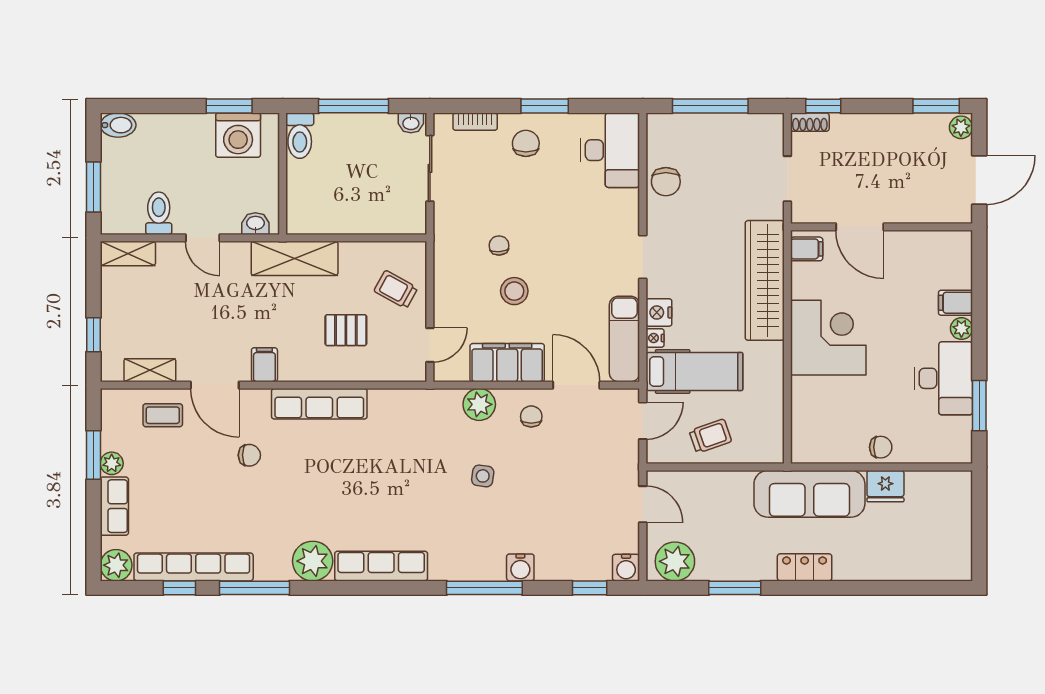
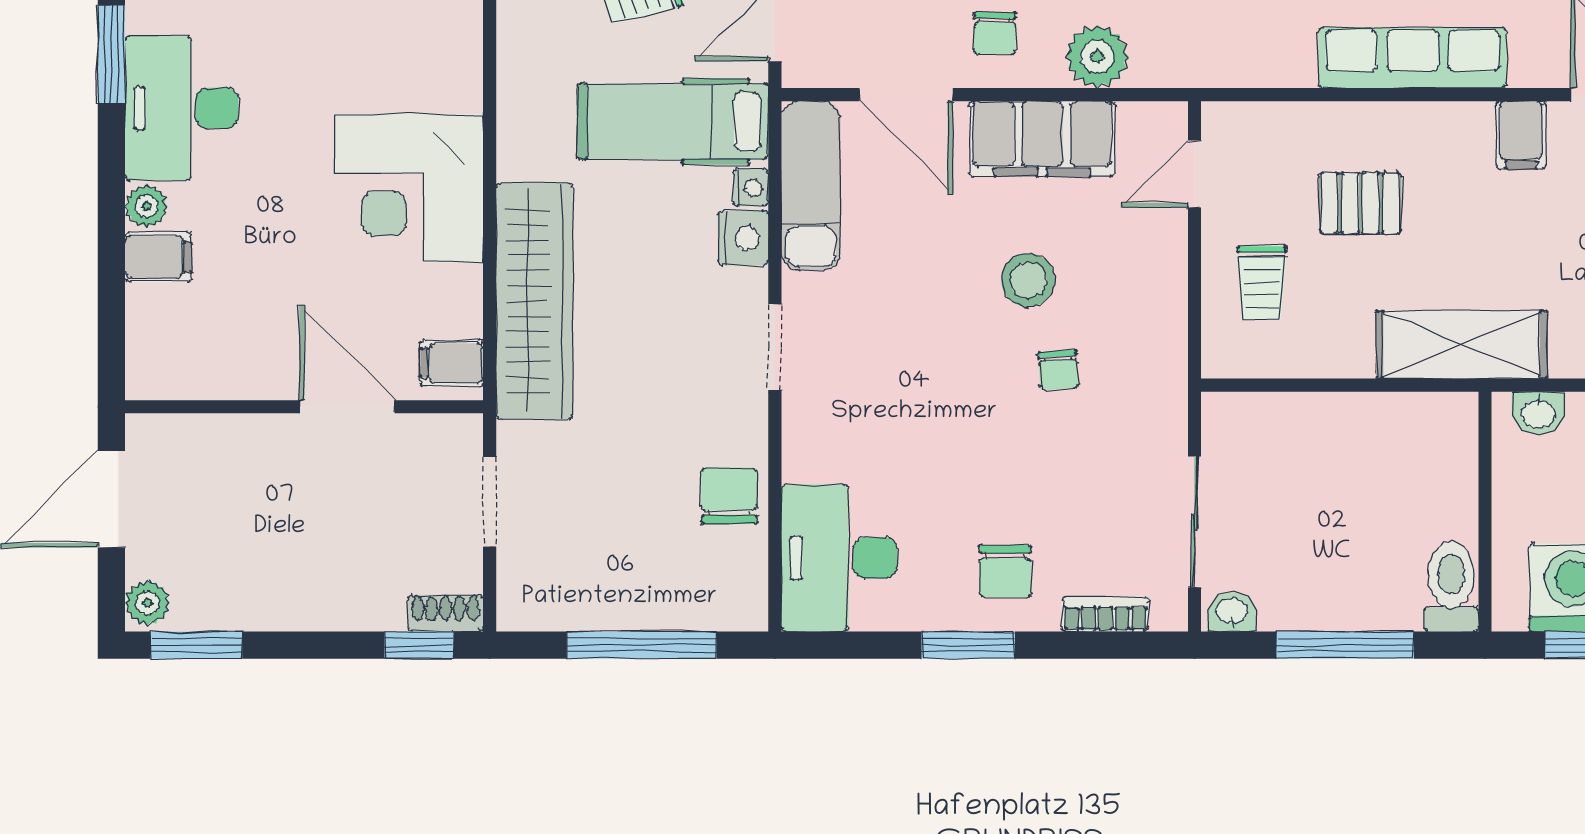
trolley: (396, 290) -> (1262, 283), turned 61

